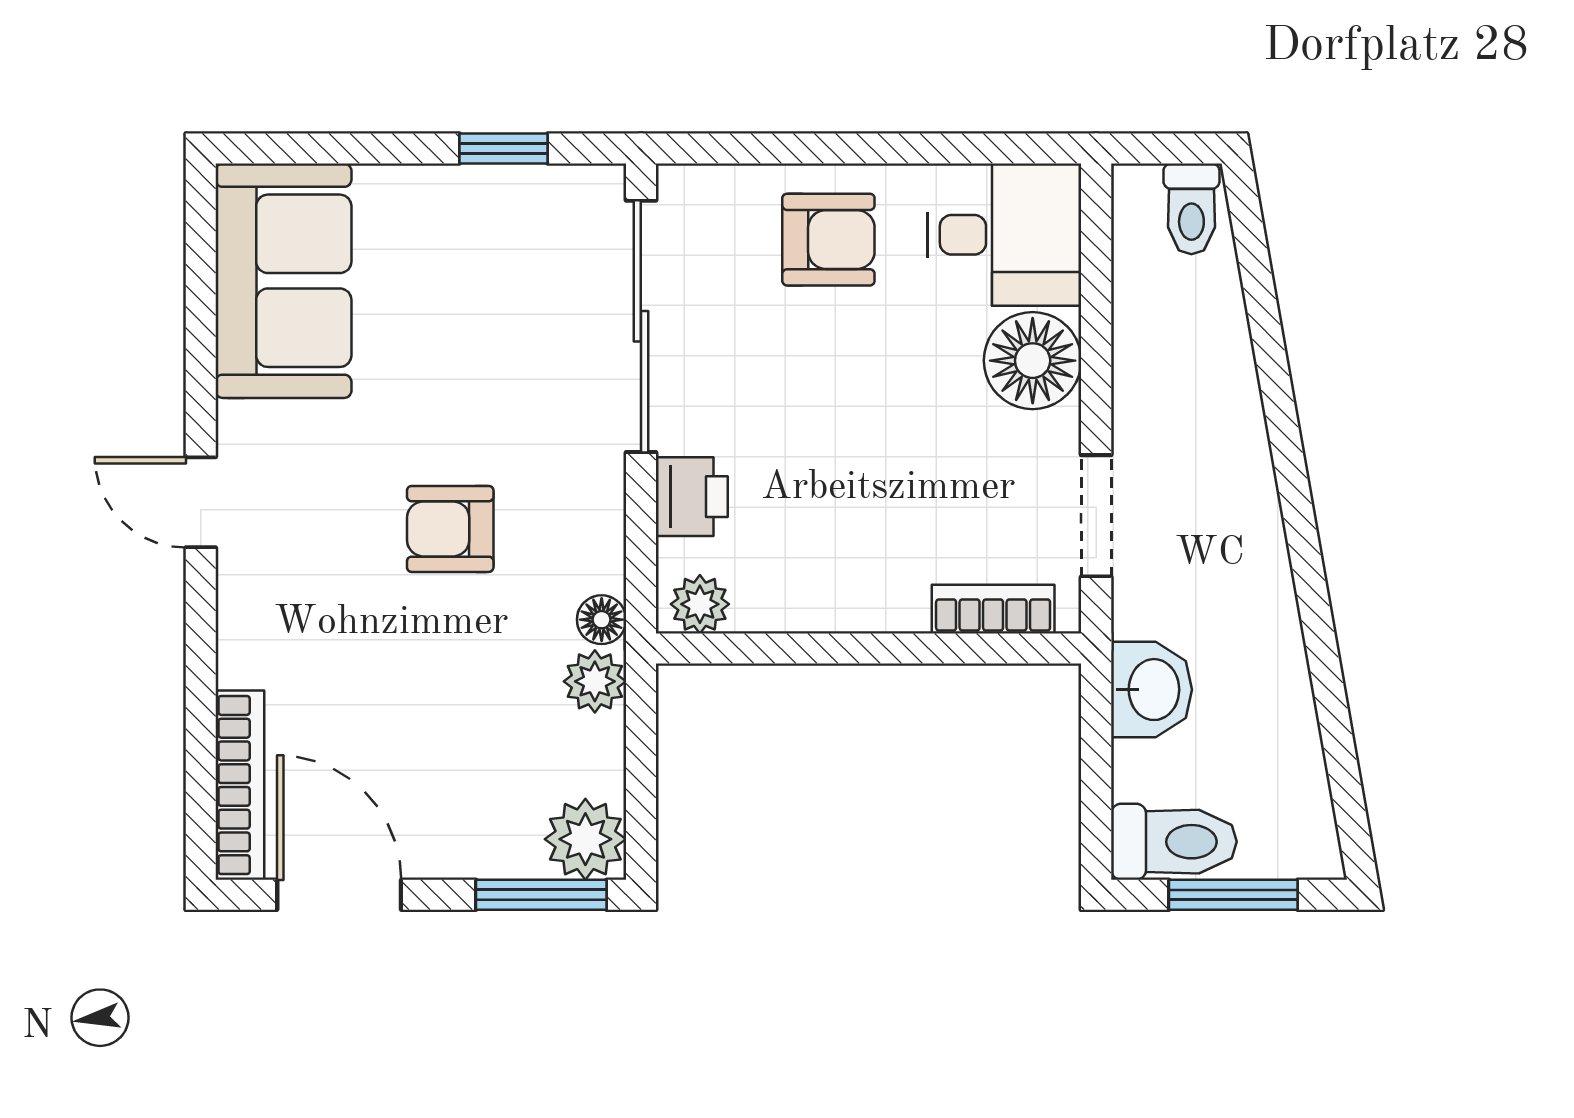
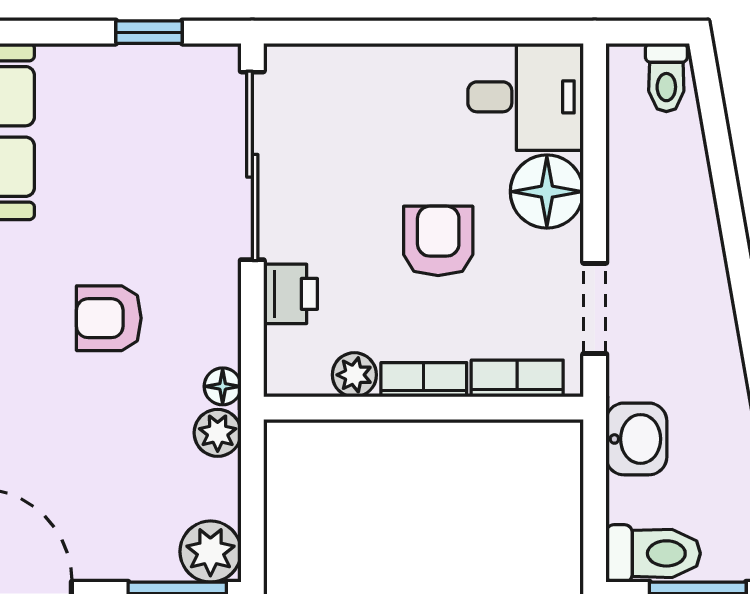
armchair: (828, 240) -> (438, 241), moved, turned -90
plant: (700, 604) -> (354, 375), moved
bookcase: (869, 611) -> (424, 380), added

